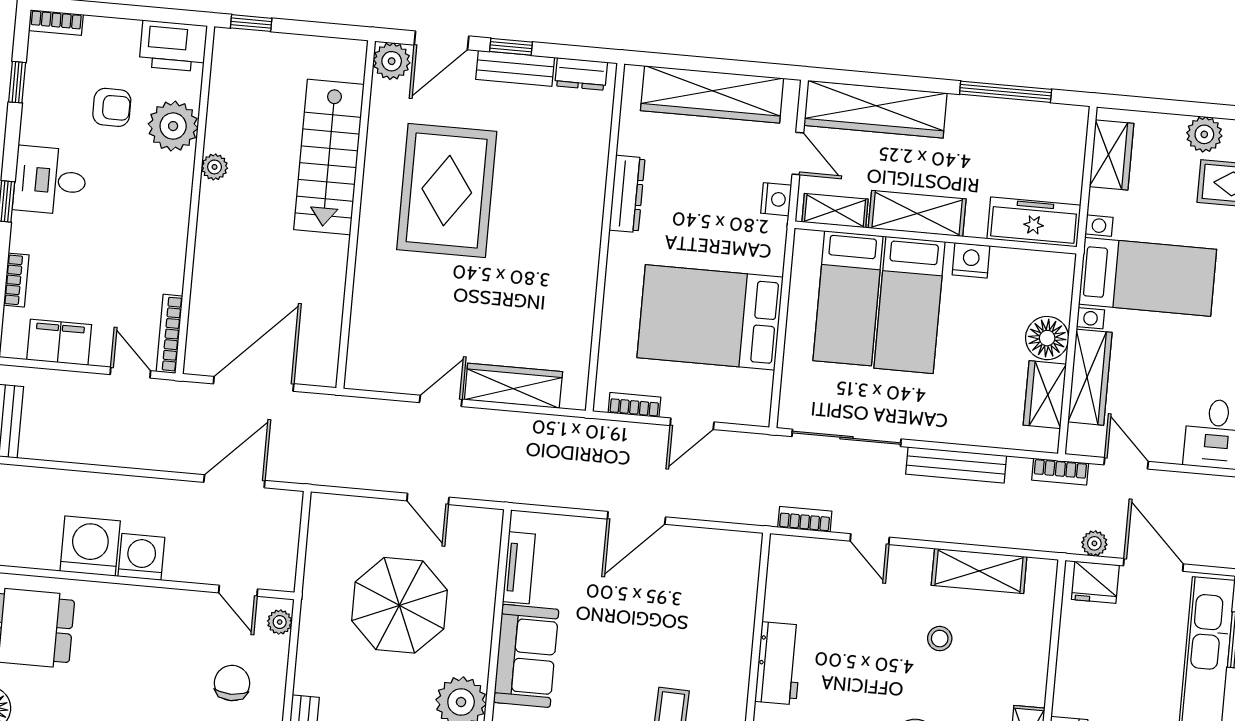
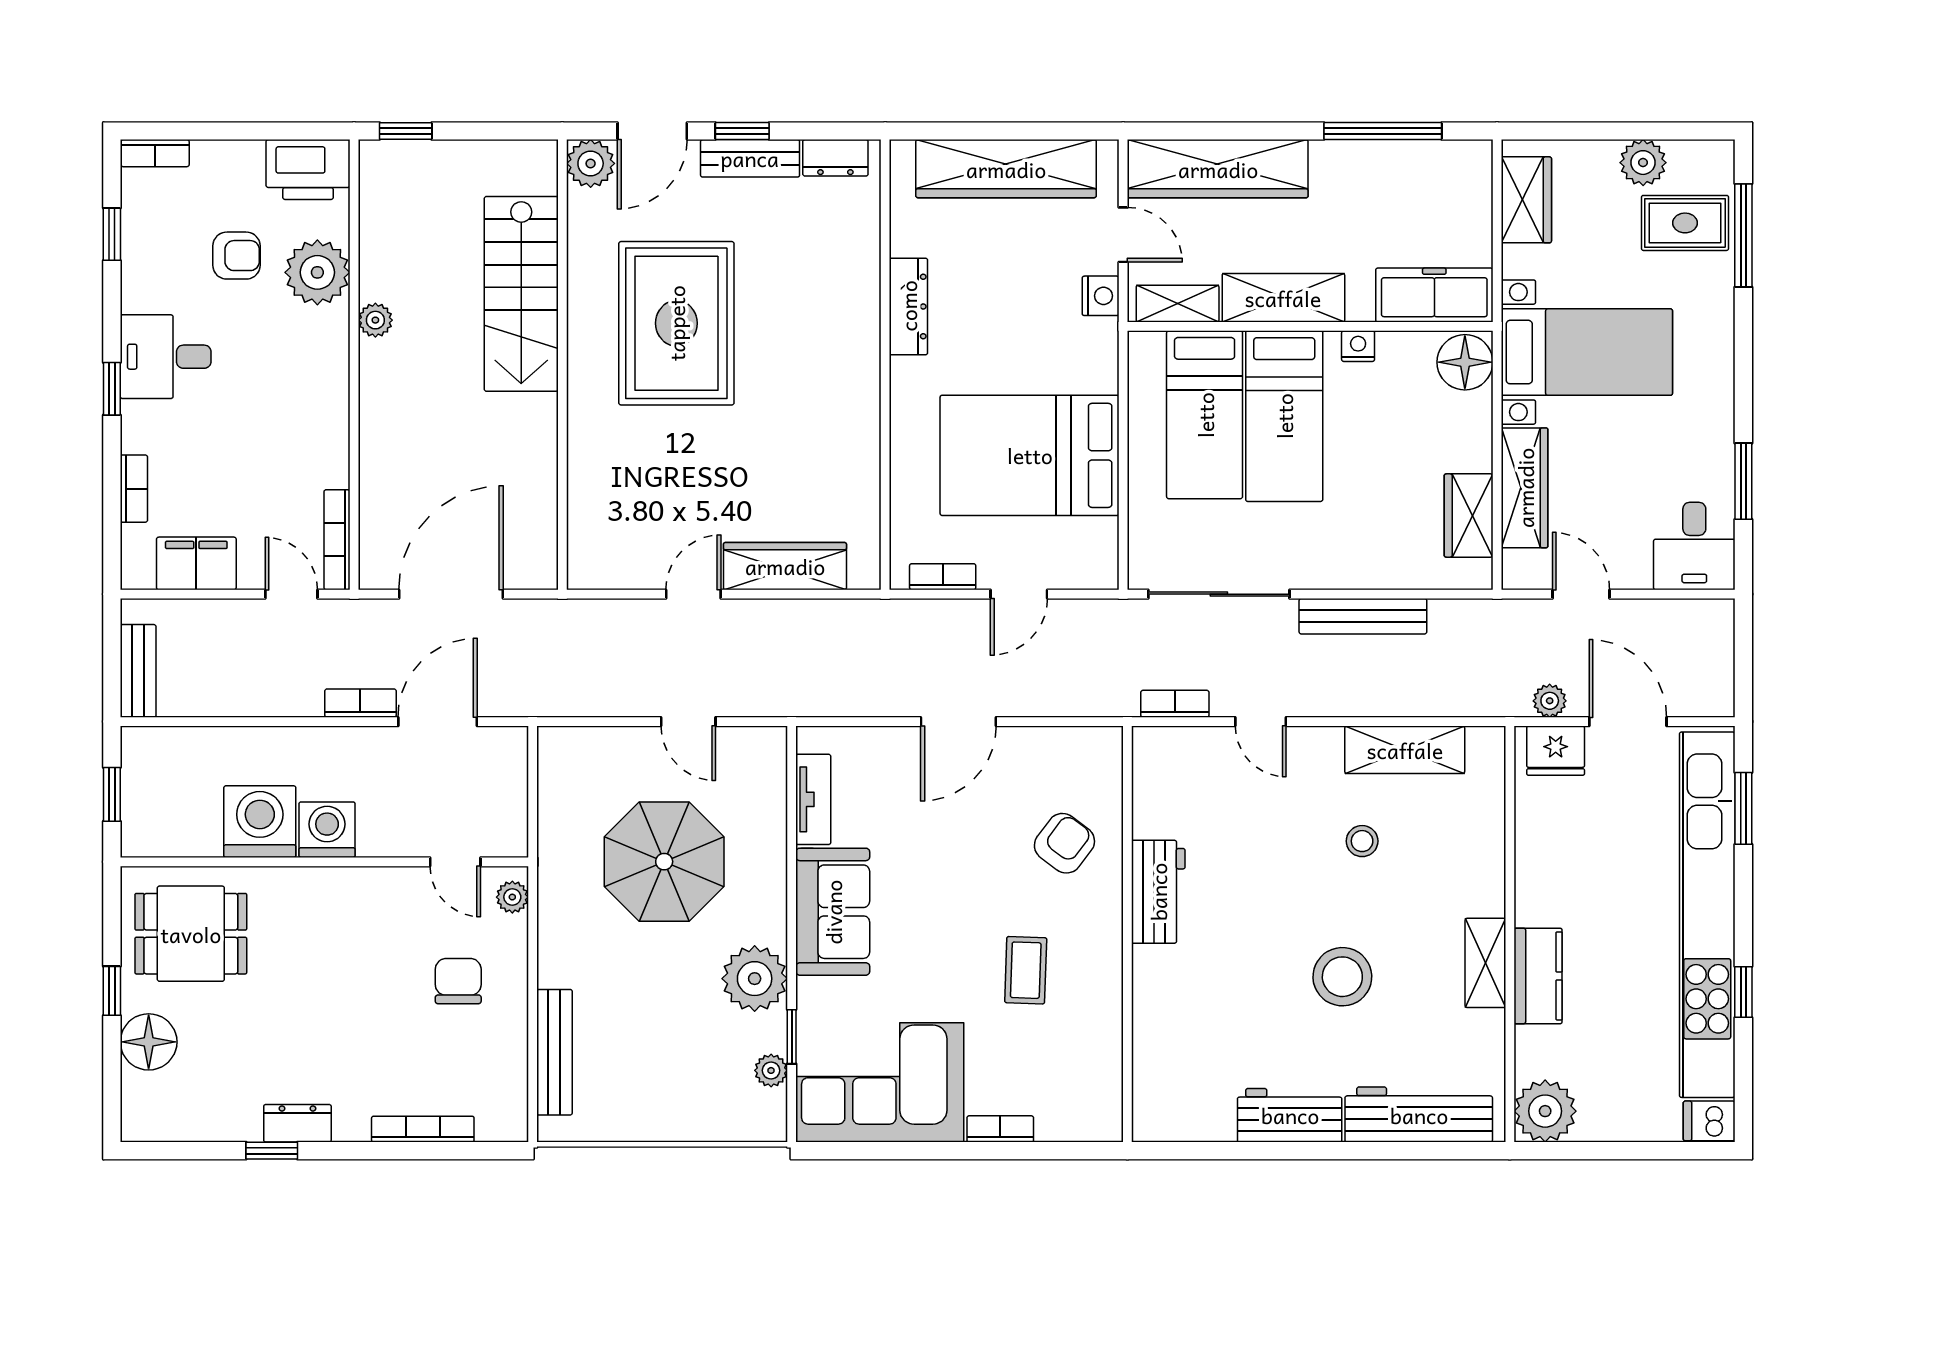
nightstand: (971, 260) -> (1358, 346), width x0.72, depth x0.74
floor lamp: (1047, 338) -> (1465, 362), moved
bookcase: (1060, 472) -> (360, 703), moved, turned 180
armchair: (710, 619) -> (1064, 843), added

